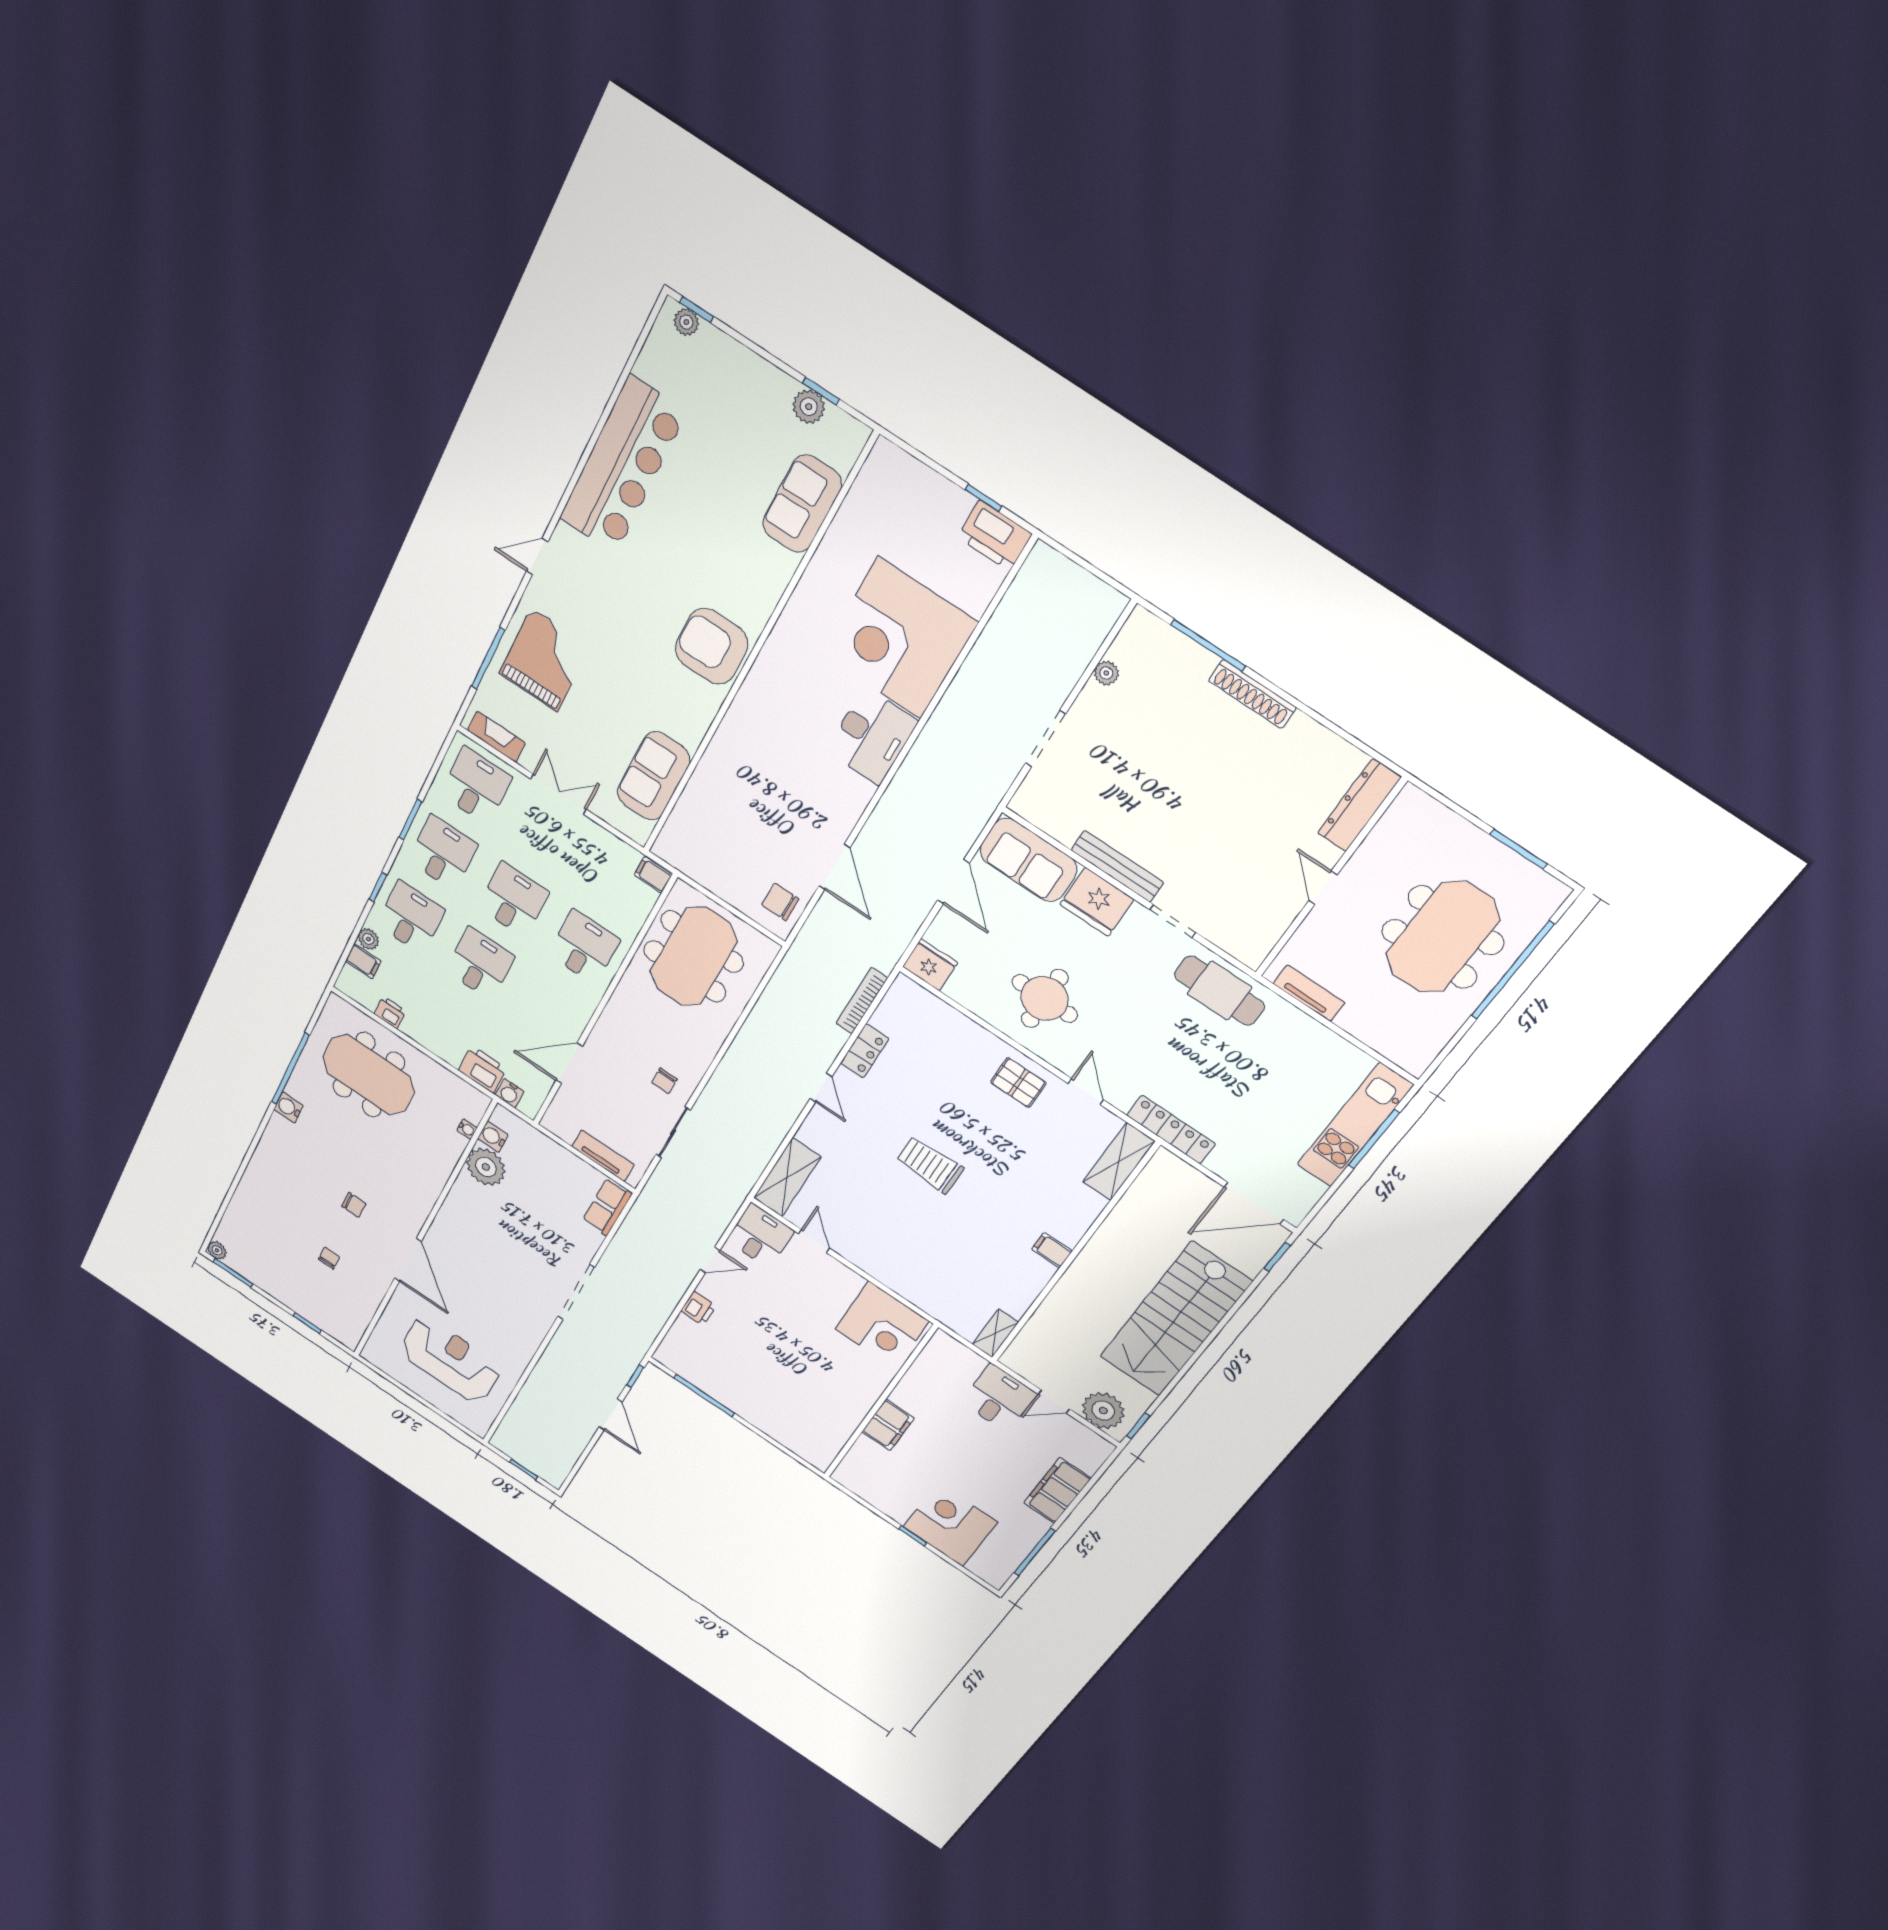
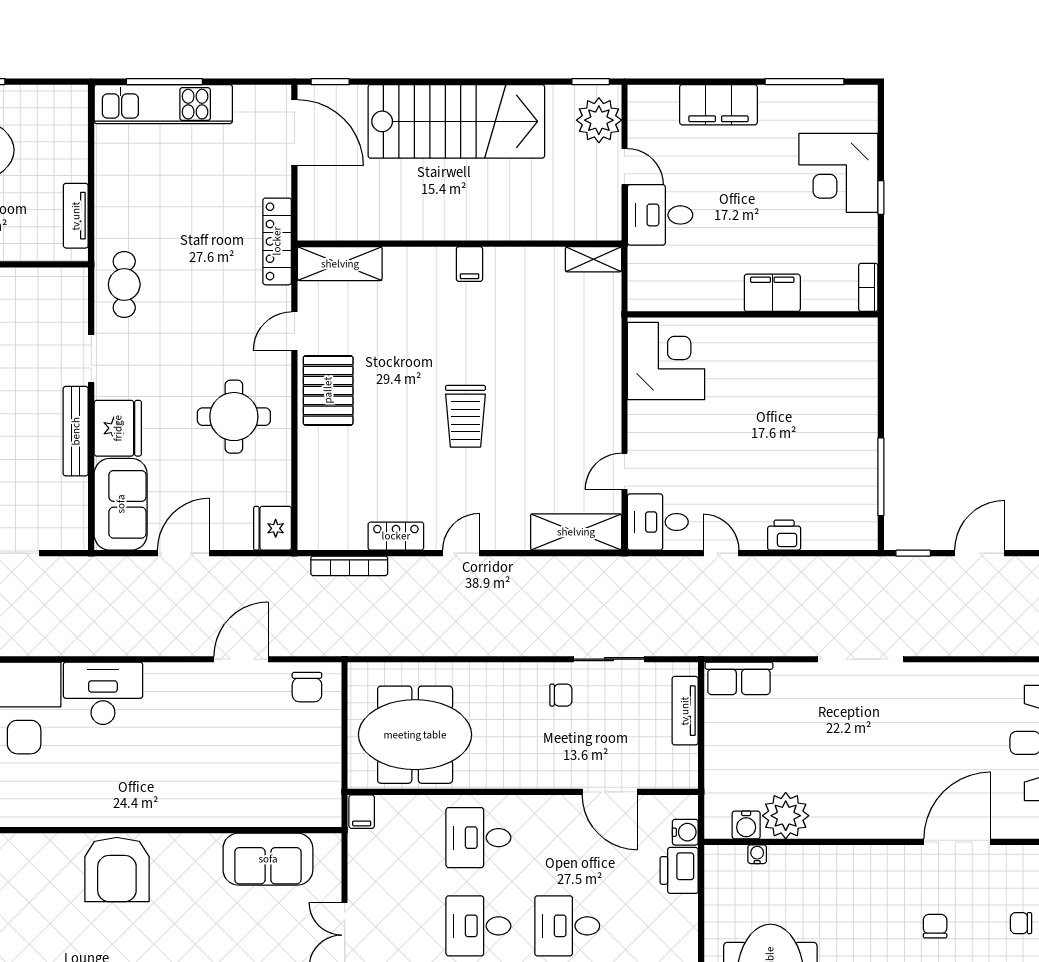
cafe table: (1219, 991) -> (124, 285), width x0.73, depth x0.74
pallet: (1018, 1083) -> (328, 390), width x1.50, depth x1.42
bookcase: (851, 1483) -> (868, 287), added

